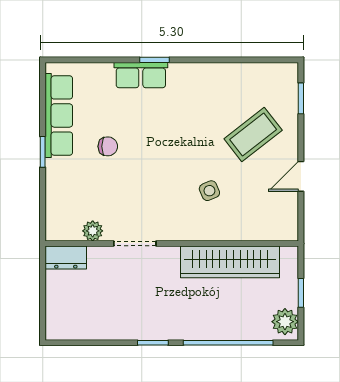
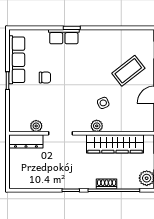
plant: (198, 231) -> (97, 126), added
dresser: (66, 258) -> (26, 141), width x1.44
shoe rack: (215, 332) -> (107, 184), added

